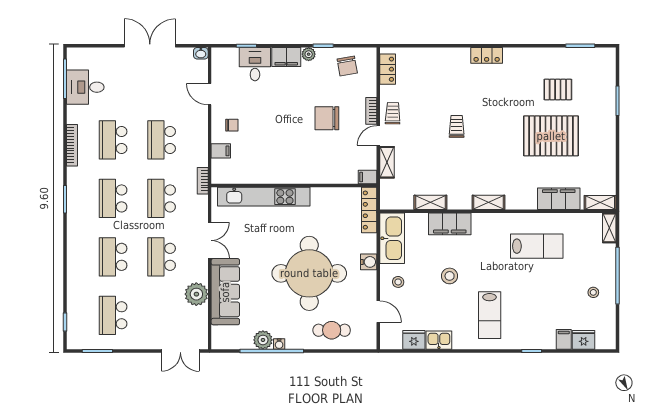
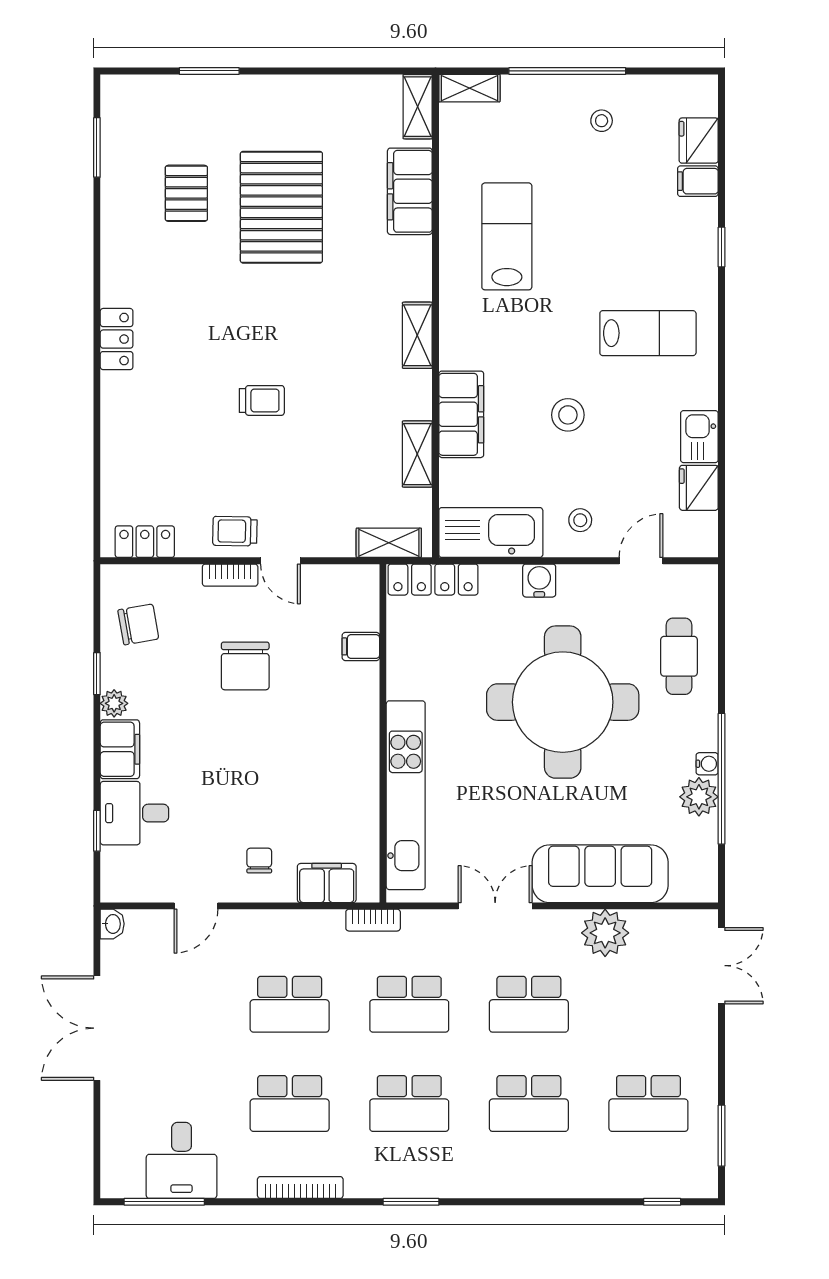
trolley: (457, 126) -> (262, 400), turned 180
filing cabinet: (221, 151) -> (327, 883), width x2.00
shelving: (387, 162) -> (389, 543), moved
filing cabinet: (368, 177) -> (361, 646), moved, turned 90

